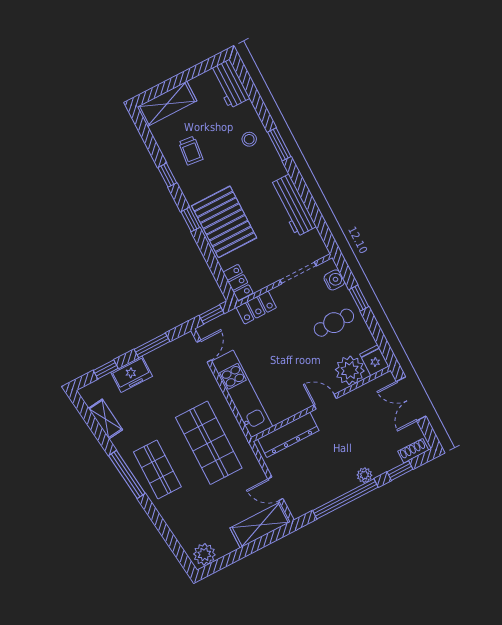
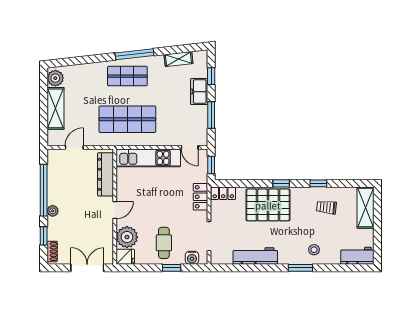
shelving: (260, 525) -> (55, 108), moved

